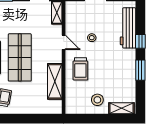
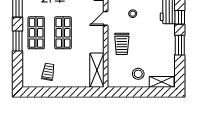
door: (64, 42) -> (106, 18), swing flipped
shop shelf: (20, 57) -> (63, 33), width x0.70, depth x0.74
shelving: (55, 81) -> (97, 70), moved

